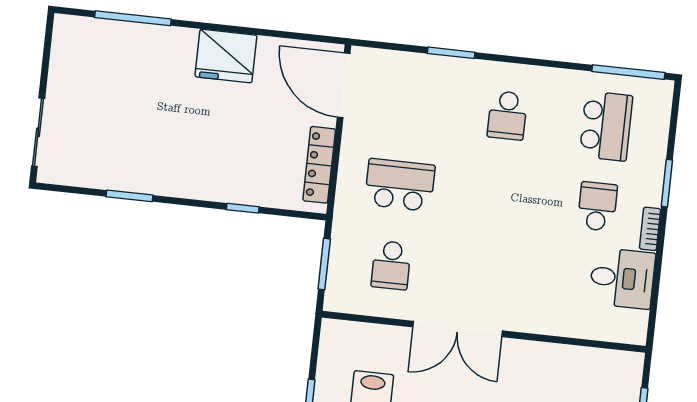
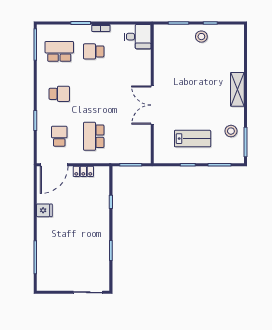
fridge: (226, 56) -> (44, 210), width x0.53, depth x0.75
locker: (319, 165) -> (83, 171), width x0.66
school desk: (391, 265) -> (59, 136), moved, turned -90
desk: (622, 278) -> (138, 37), moved, turned 90
double door: (458, 329) -> (152, 105), swing flipped

